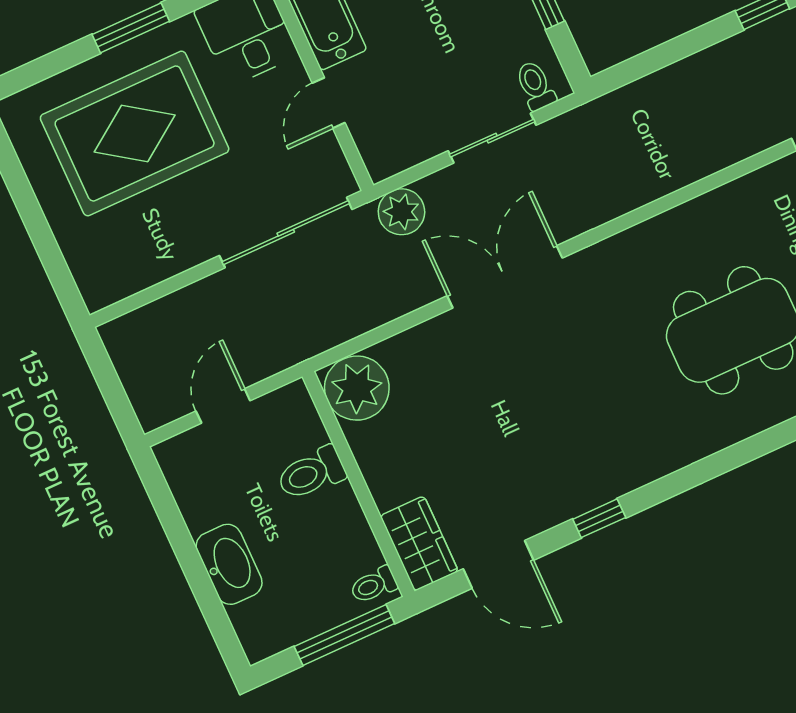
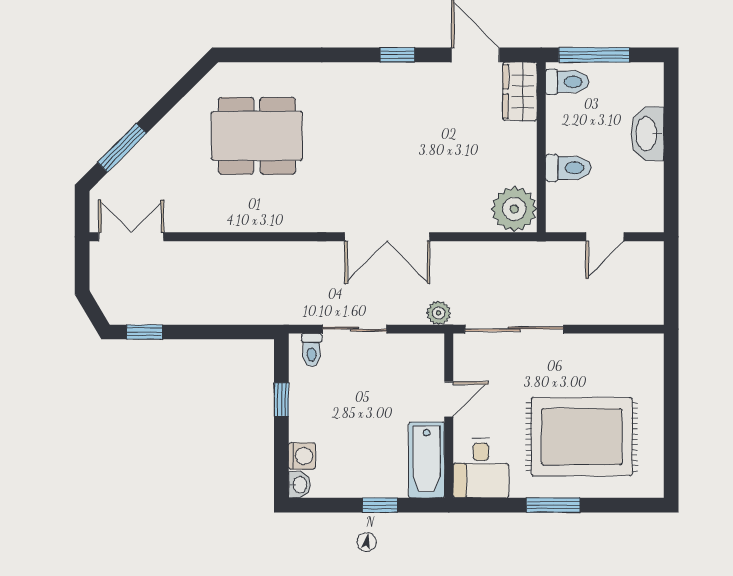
plant: (401, 212) -> (439, 313), width x0.73, depth x0.73
toilet: (374, 585) -> (567, 82), width x1.37, depth x1.39

